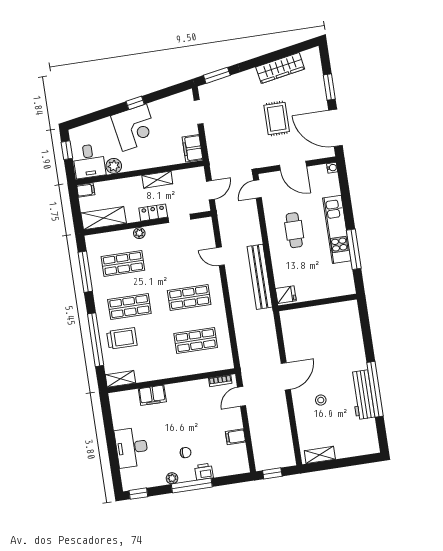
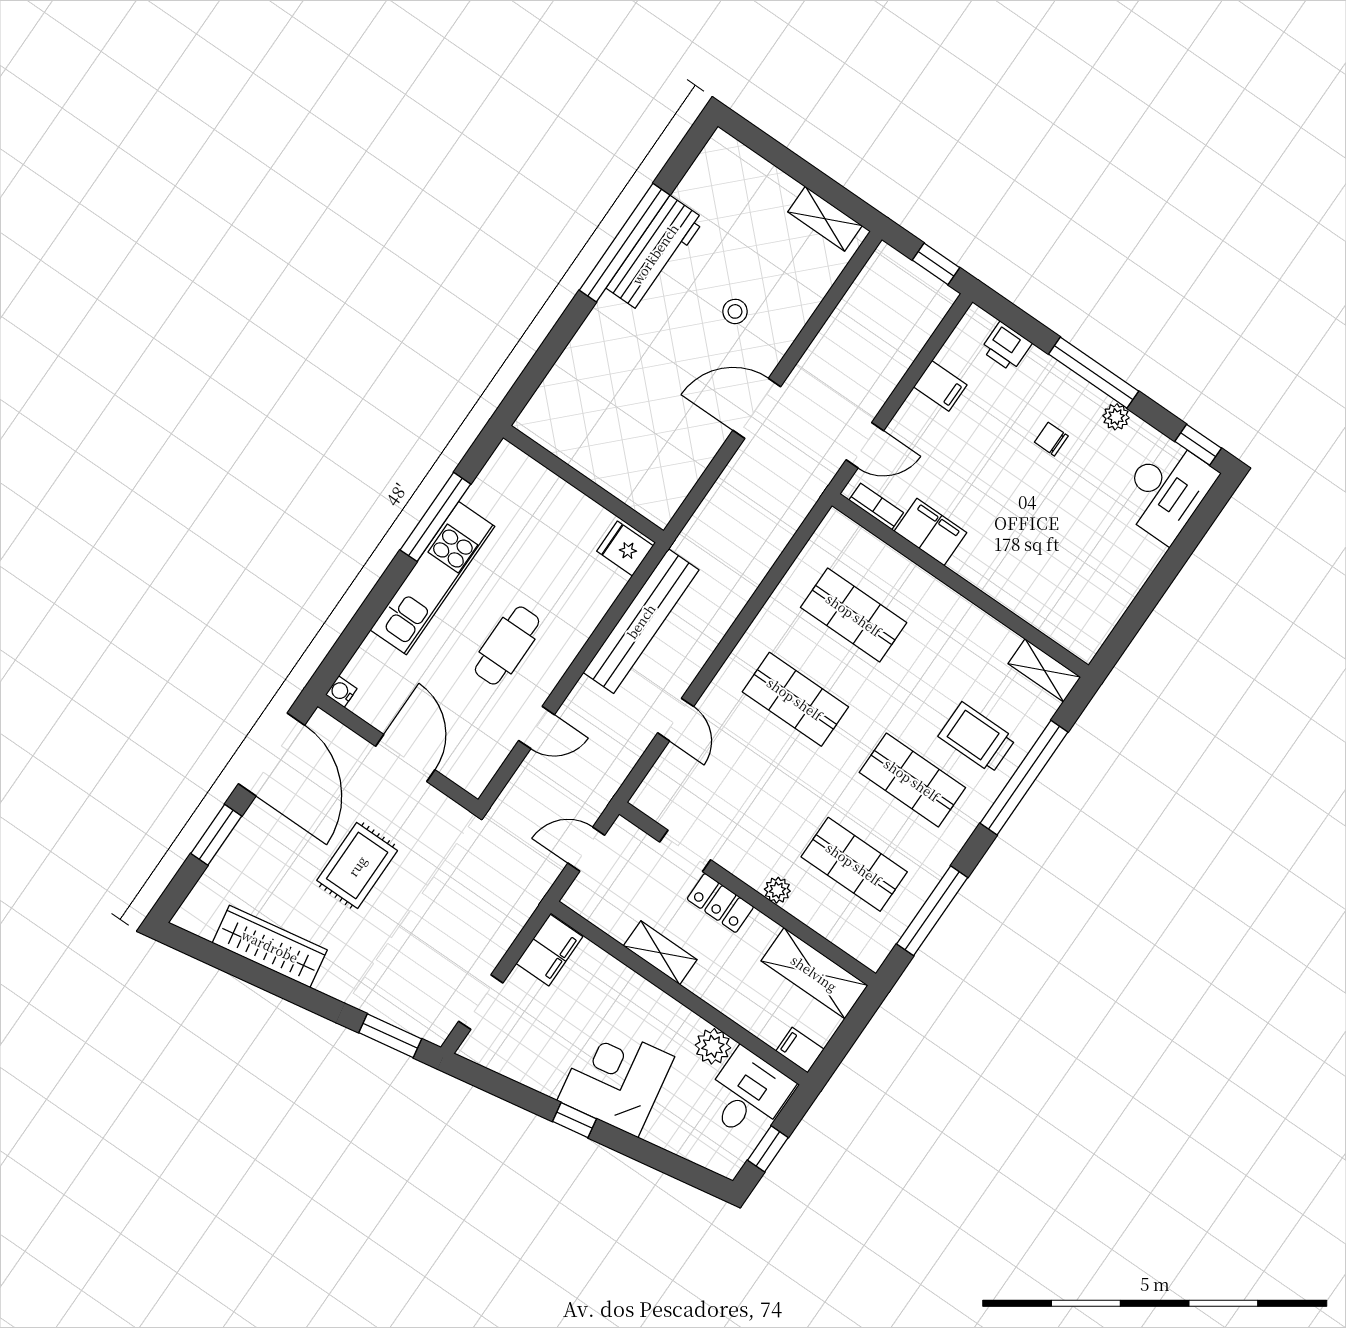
door: (258, 189) -> (536, 728), moved
filing cabinet: (152, 395) -> (930, 532), moved
desk: (132, 447) -> (1166, 490), moved
printer: (204, 472) -> (1006, 347), moved

